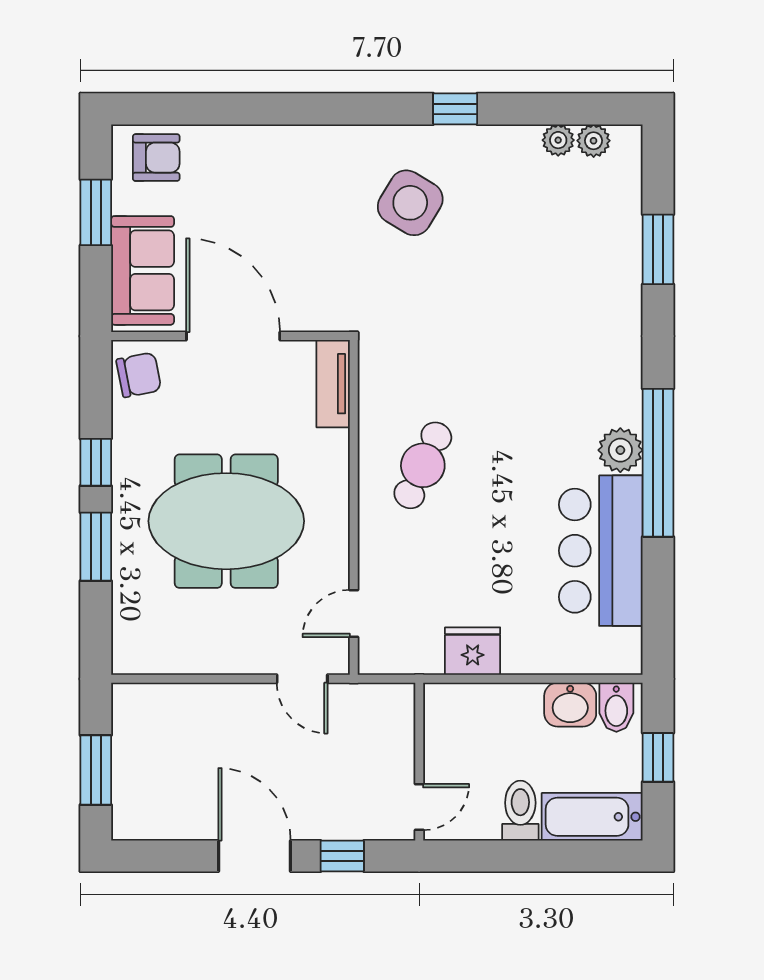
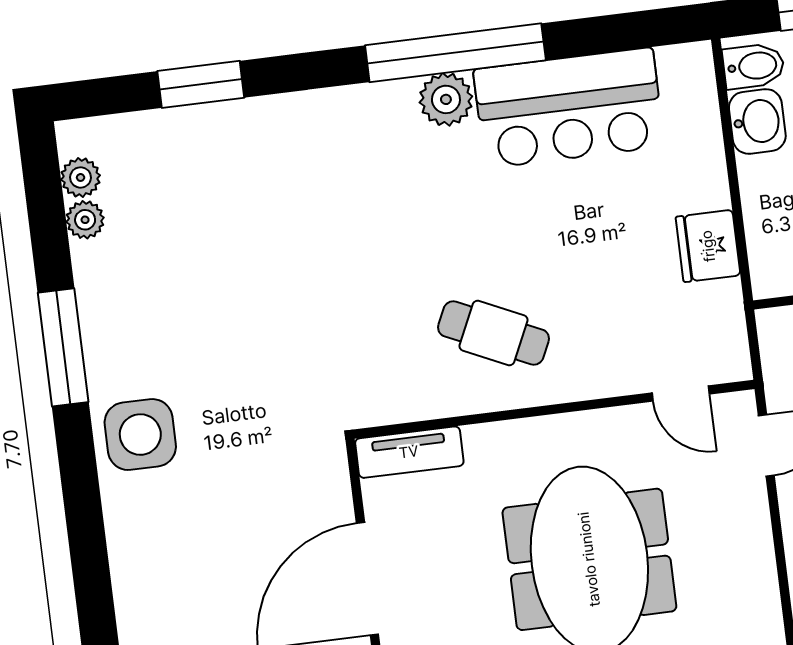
window: (455, 109) -> (63, 347), width x2.17
side table: (410, 203) -> (140, 435), moved, turned -31

